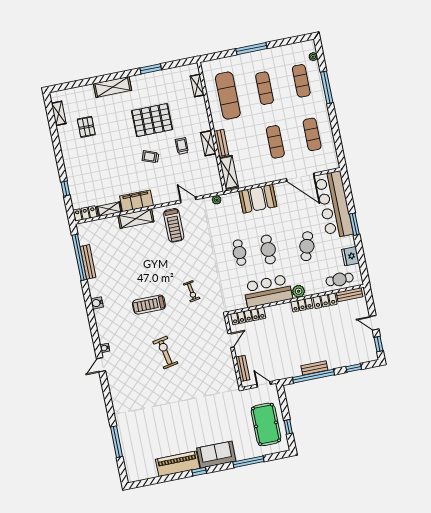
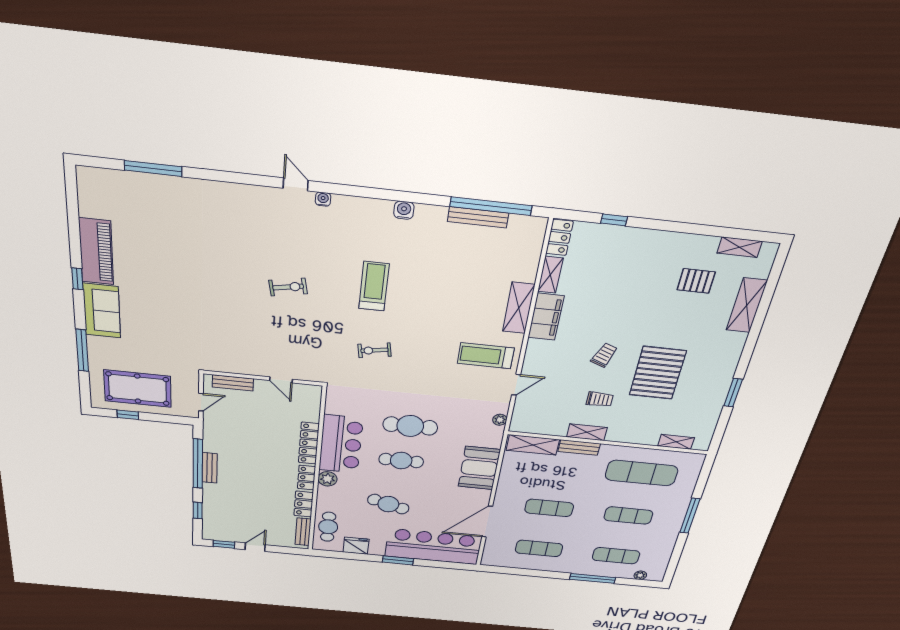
shelving: (112, 87) -> (747, 305), moved
cafe table: (239, 253) -> (410, 426), width x1.37, depth x1.35
locker: (248, 316) -> (309, 443), moved
exercise bike: (165, 353) -> (288, 287), width x0.73, depth x0.72

